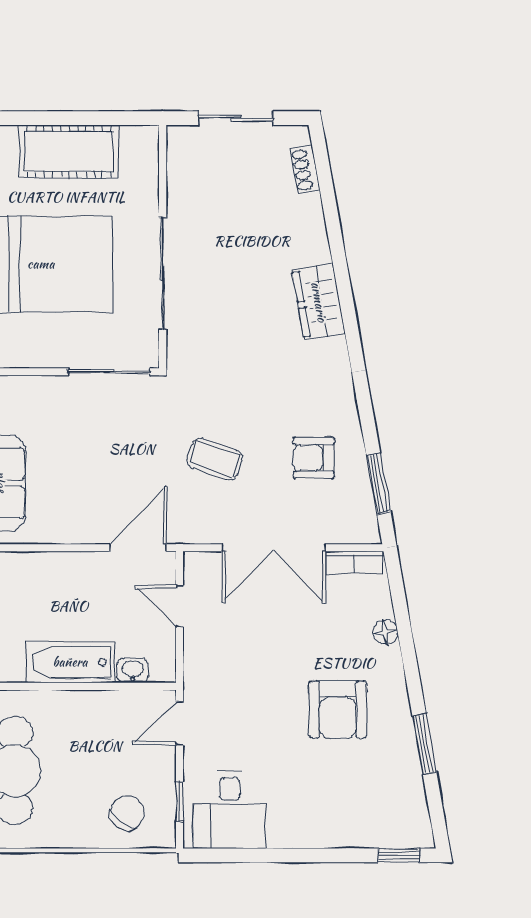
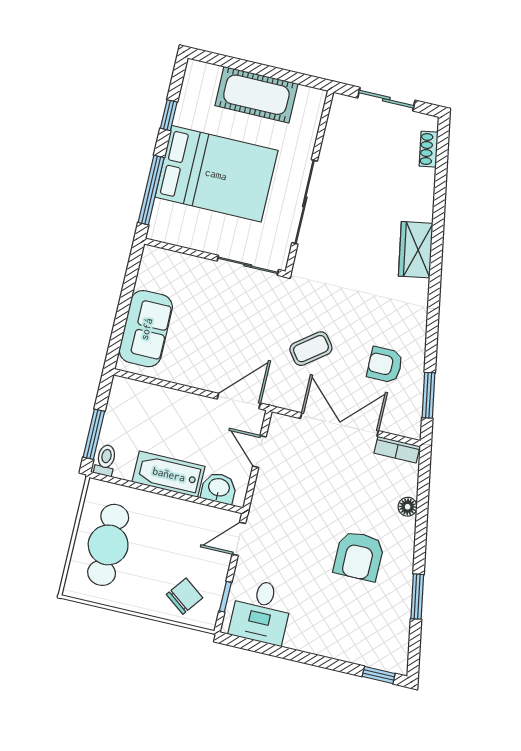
coffee table: (215, 459) -> (311, 349), turned -56
double door: (274, 548) -> (339, 425), swing flipped
washbasin: (133, 670) -> (219, 488), width x1.38, depth x1.45

